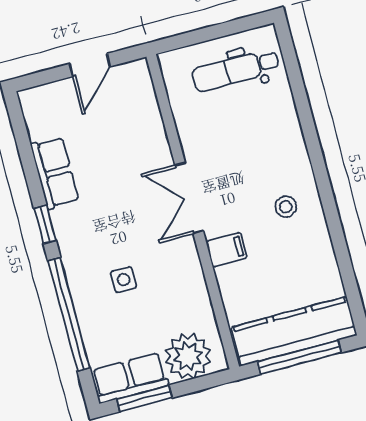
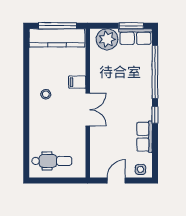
side table: (124, 280) -> (141, 169), moved

